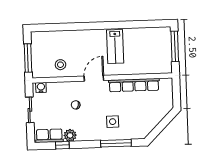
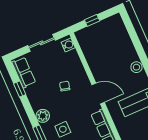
window: (28, 58) -> (92, 20), width x0.46
stool: (60, 65) -> (136, 67), moved
plant: (70, 135) -> (43, 116), moved

